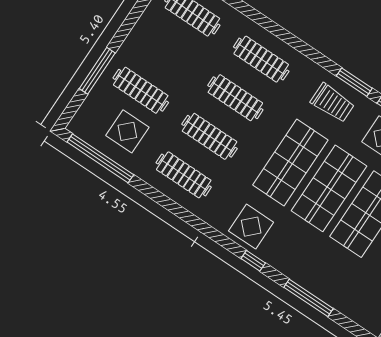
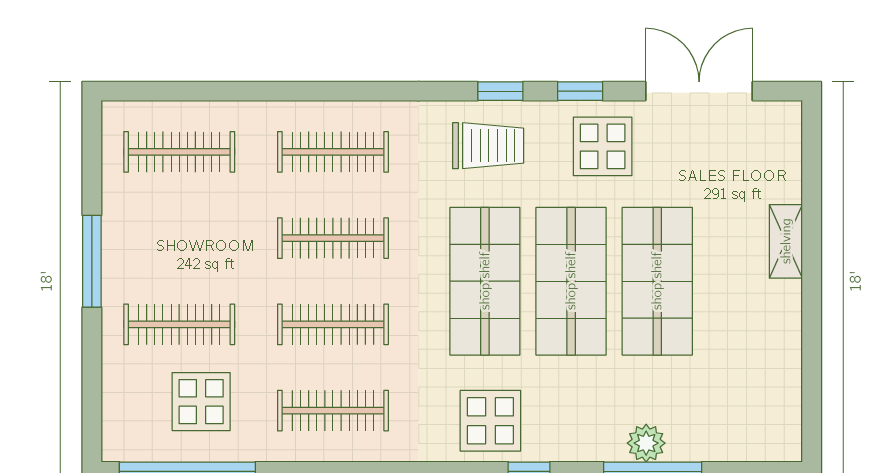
window: (97, 71) -> (92, 261), moved
window: (354, 82) -> (500, 91), width x0.67
plant: (314, 283) -> (646, 443), added

